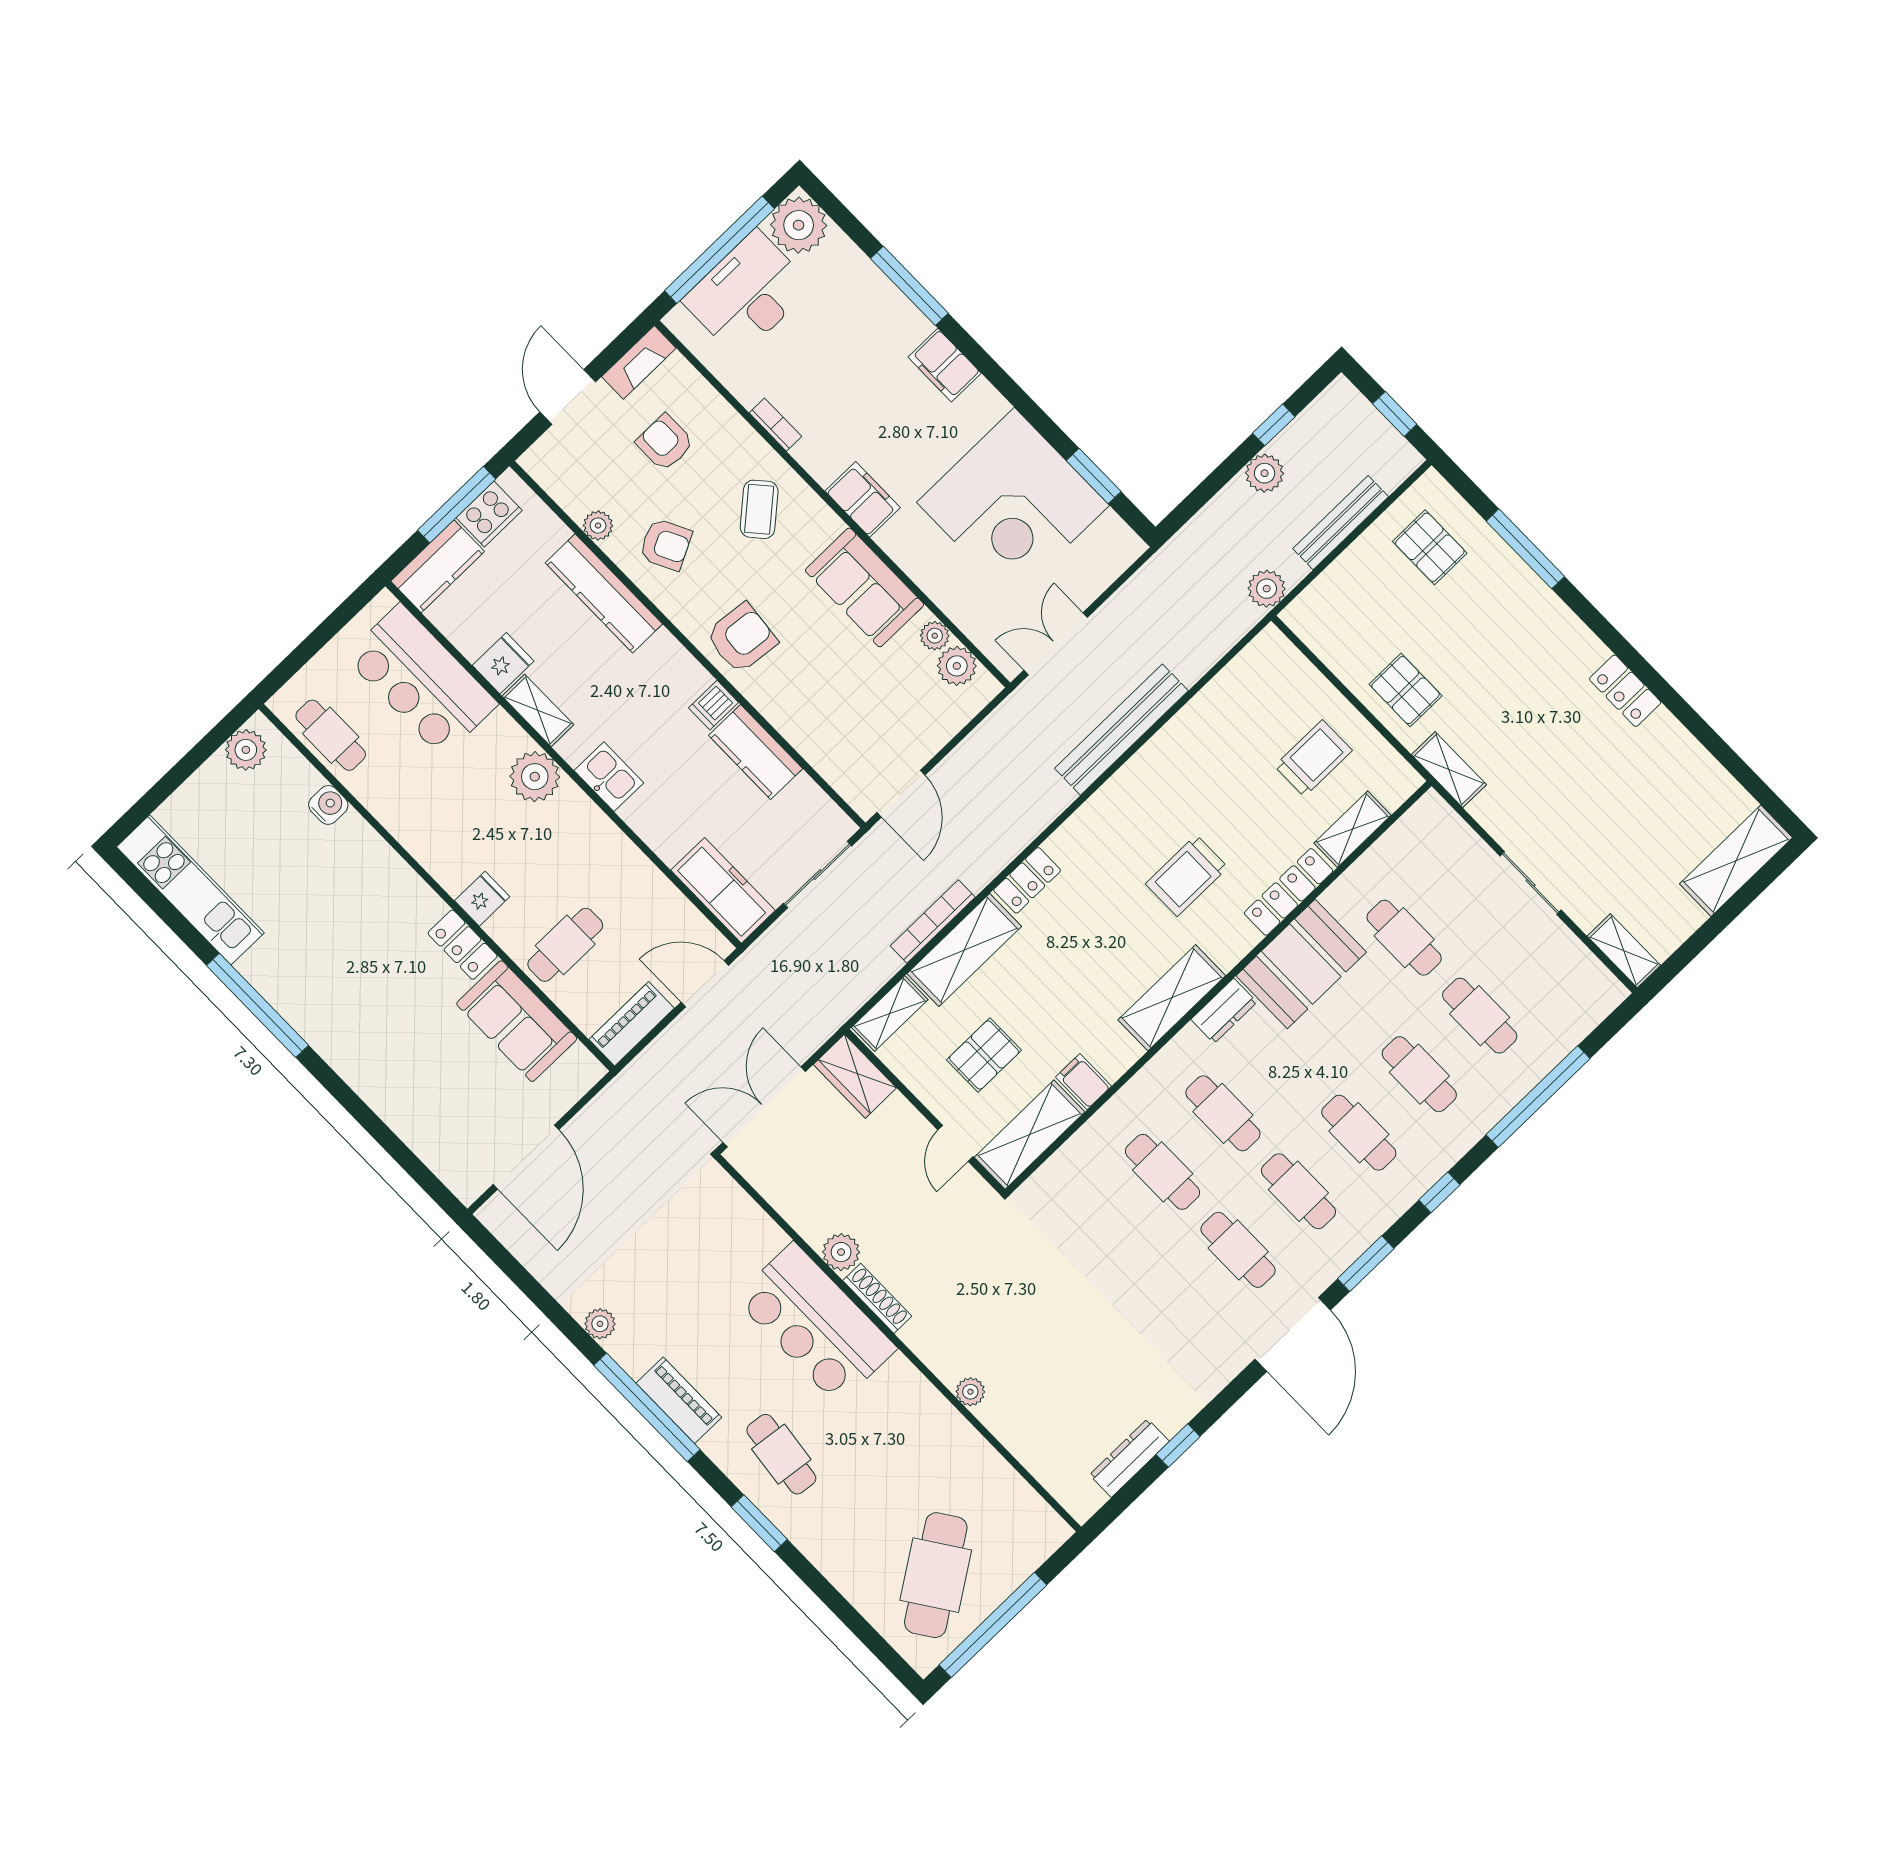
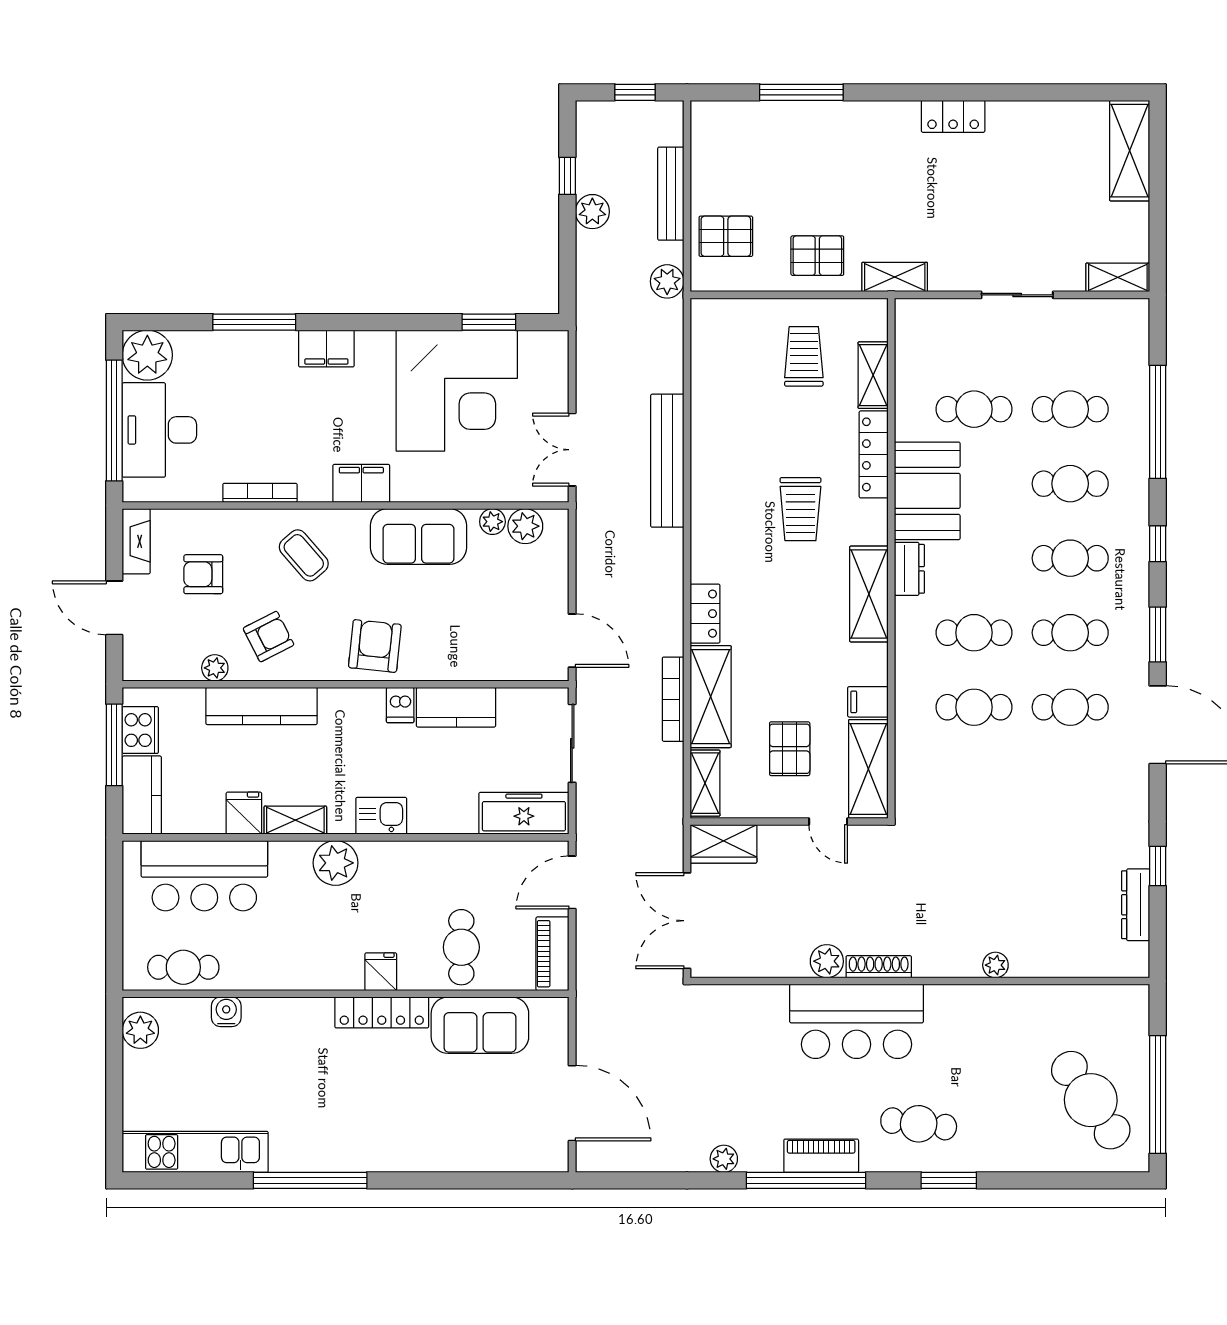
bookcase: (775, 425) -> (260, 493), width x1.56
pallet: (1430, 547) -> (726, 236), moved
locker: (463, 945) -> (382, 1012), width x1.53

